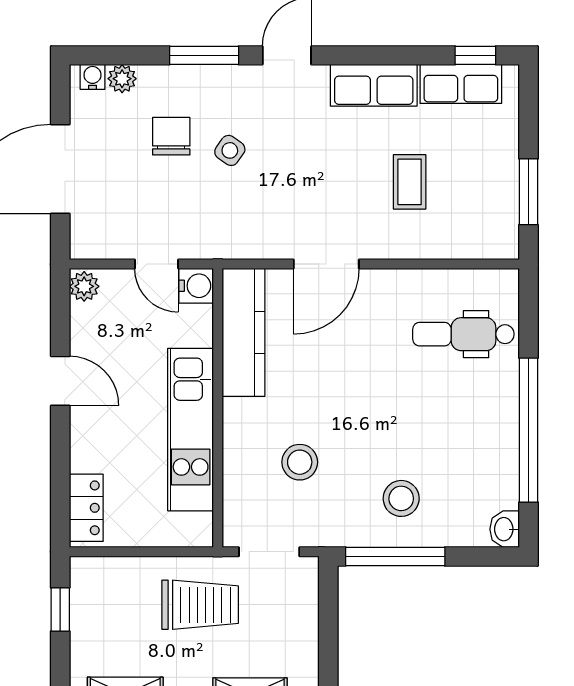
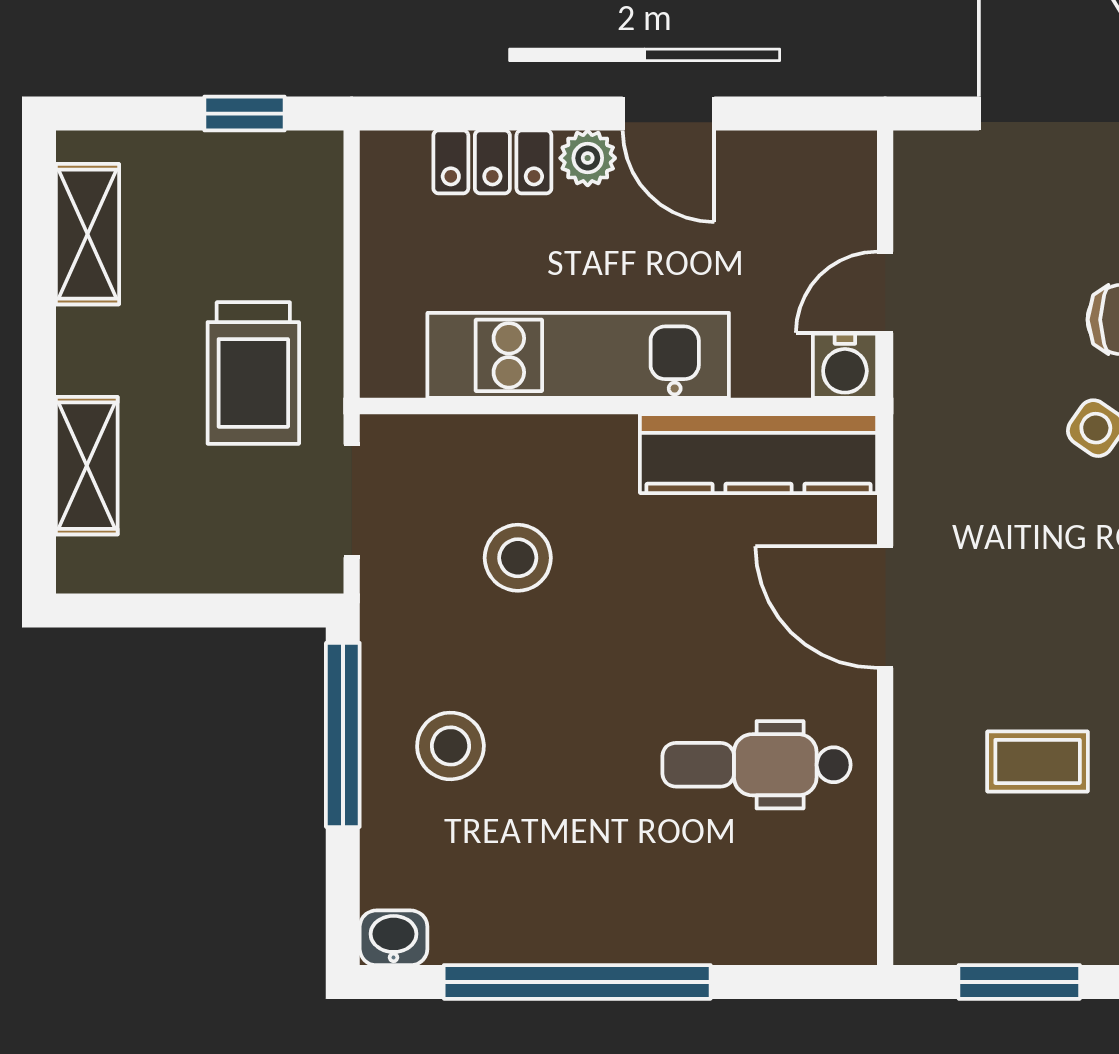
plant: (84, 286) -> (588, 158), moved
dental chair: (463, 334) -> (757, 765), moved, turned -90
door: (60, 381) -> (669, 114), hinge flipped
locker: (86, 508) -> (492, 162), moved

